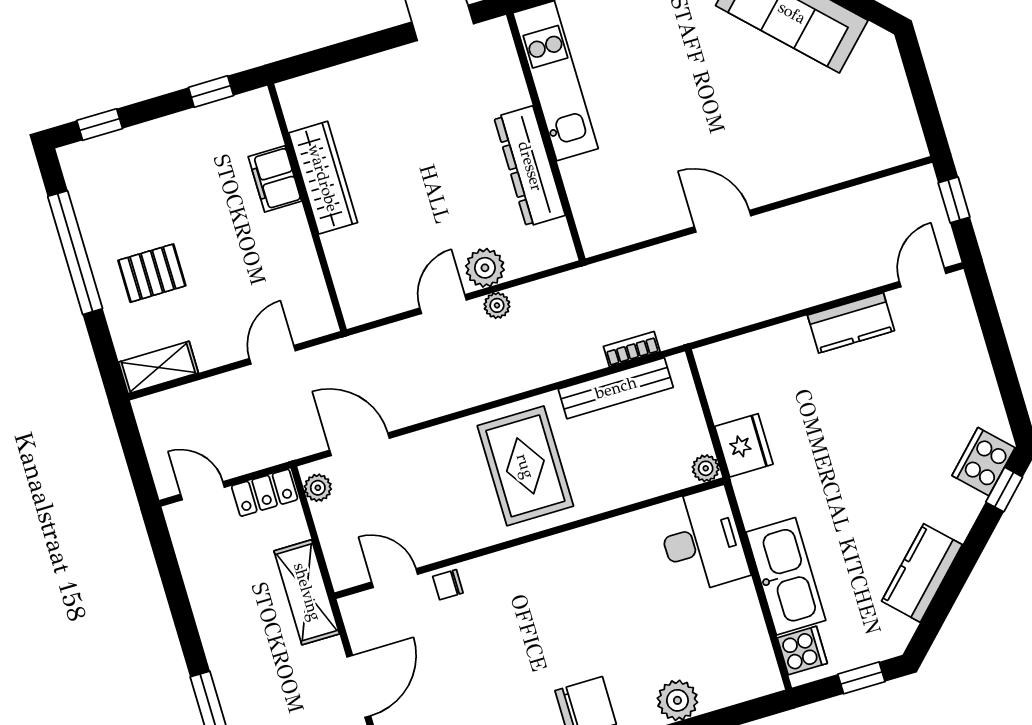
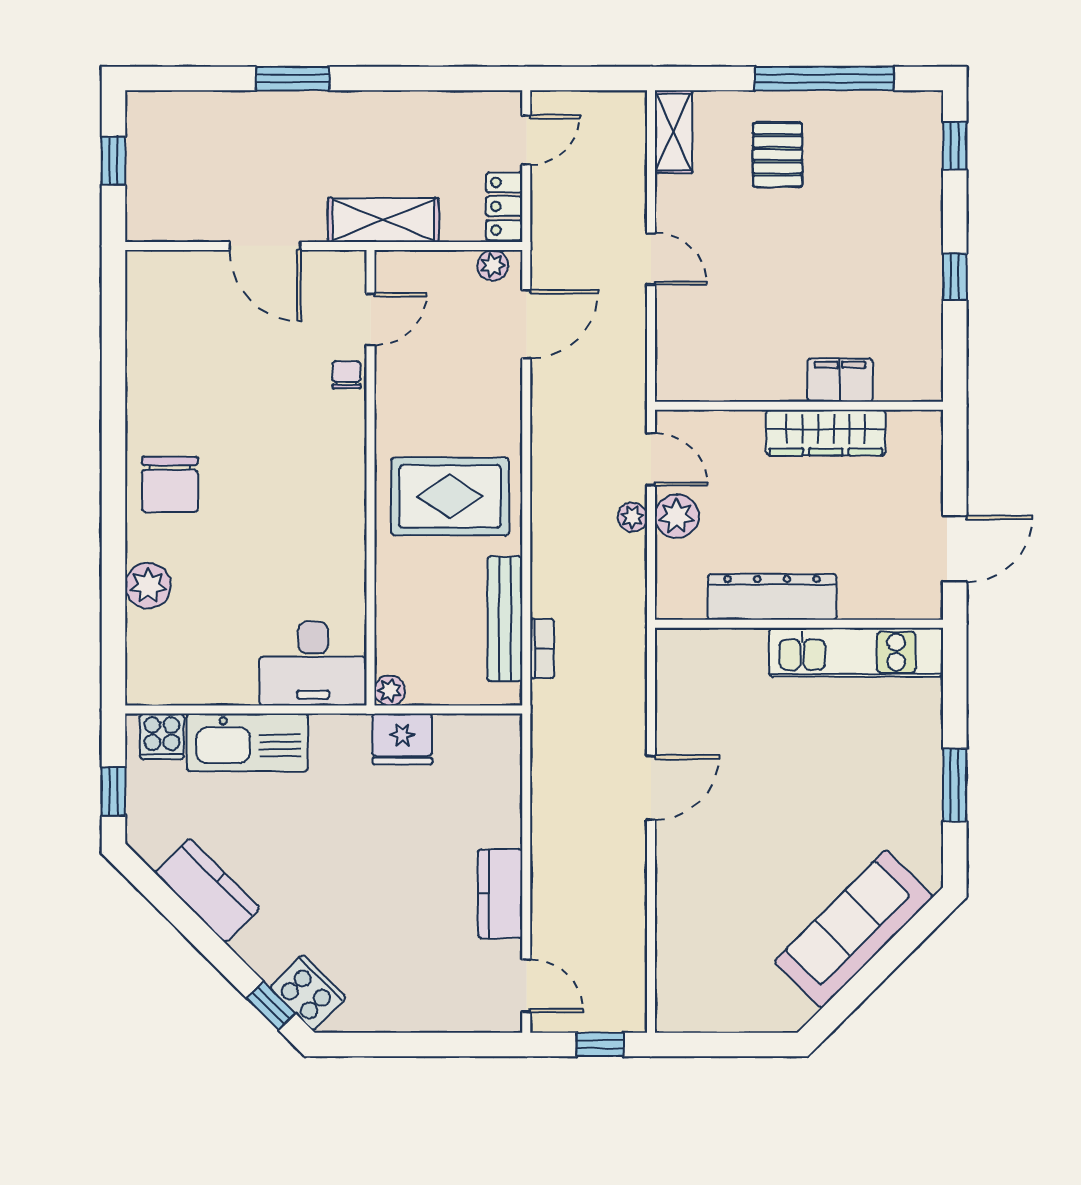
wardrobe: (323, 178) -> (826, 433), moved
filing cabinet: (275, 179) -> (840, 380), moved
wall: (307, 207) -> (799, 406), moved

